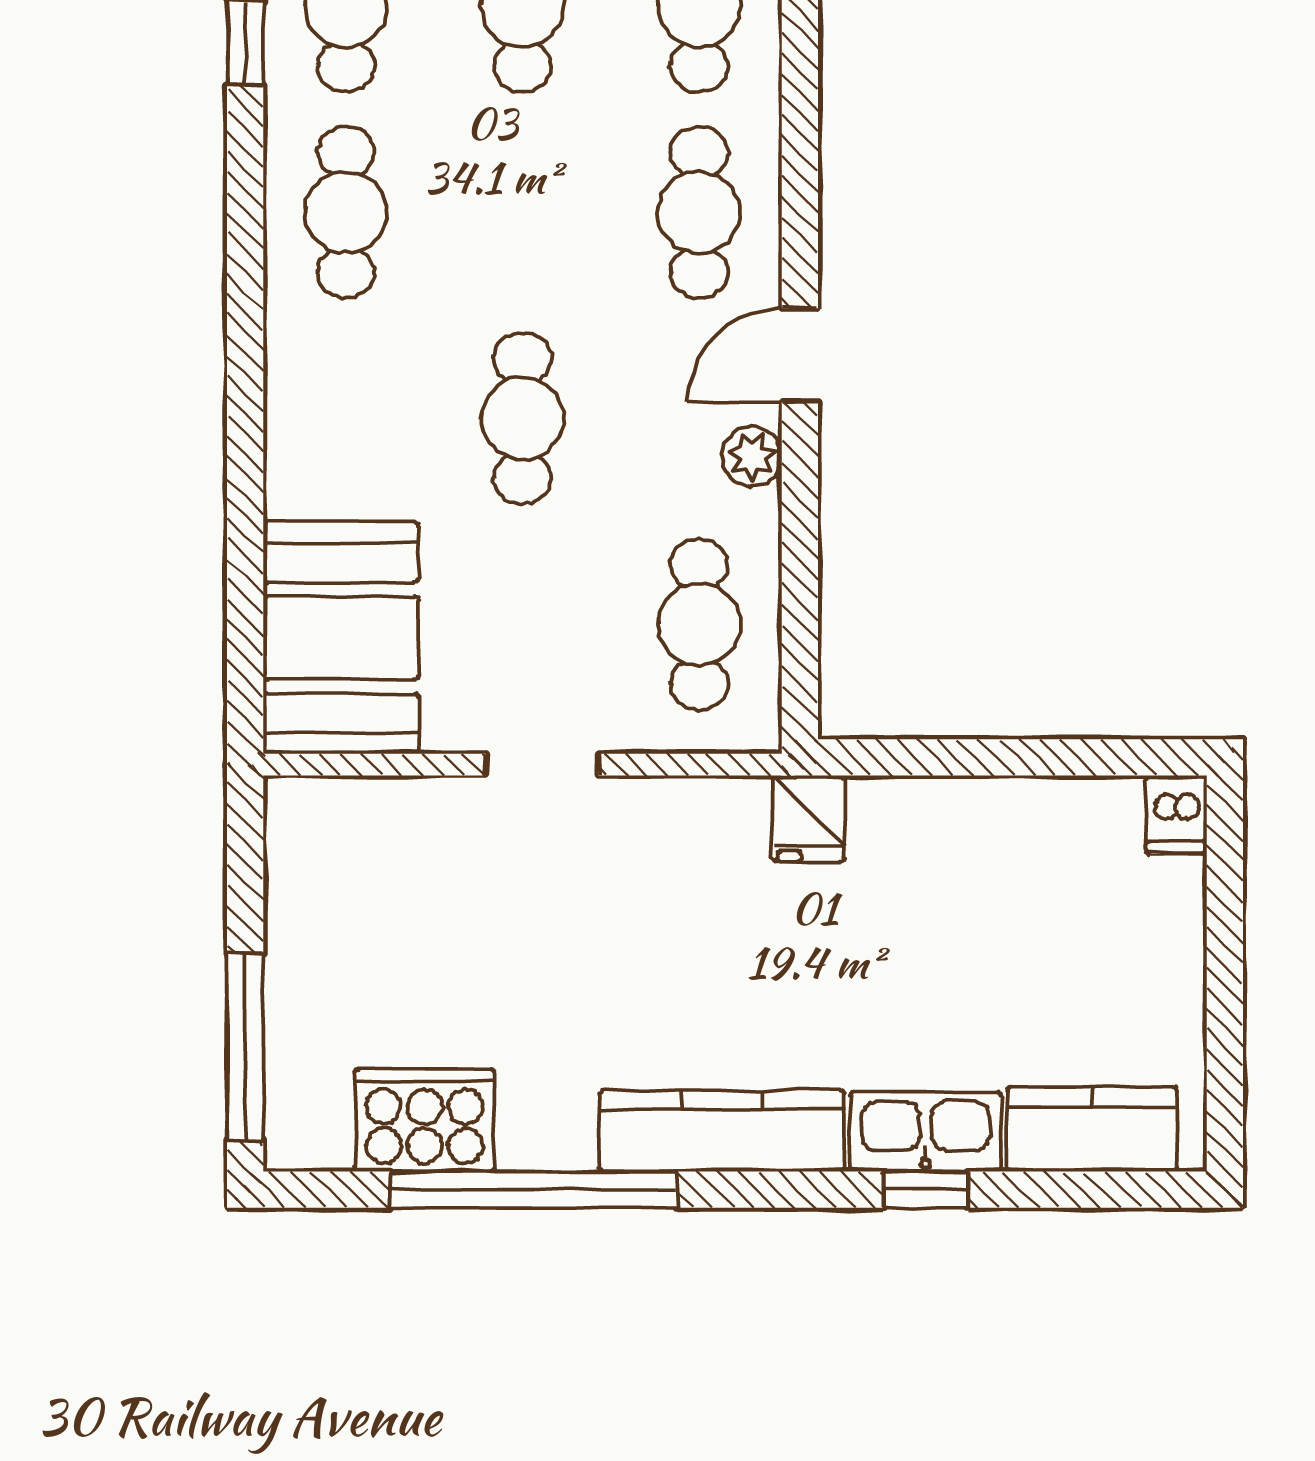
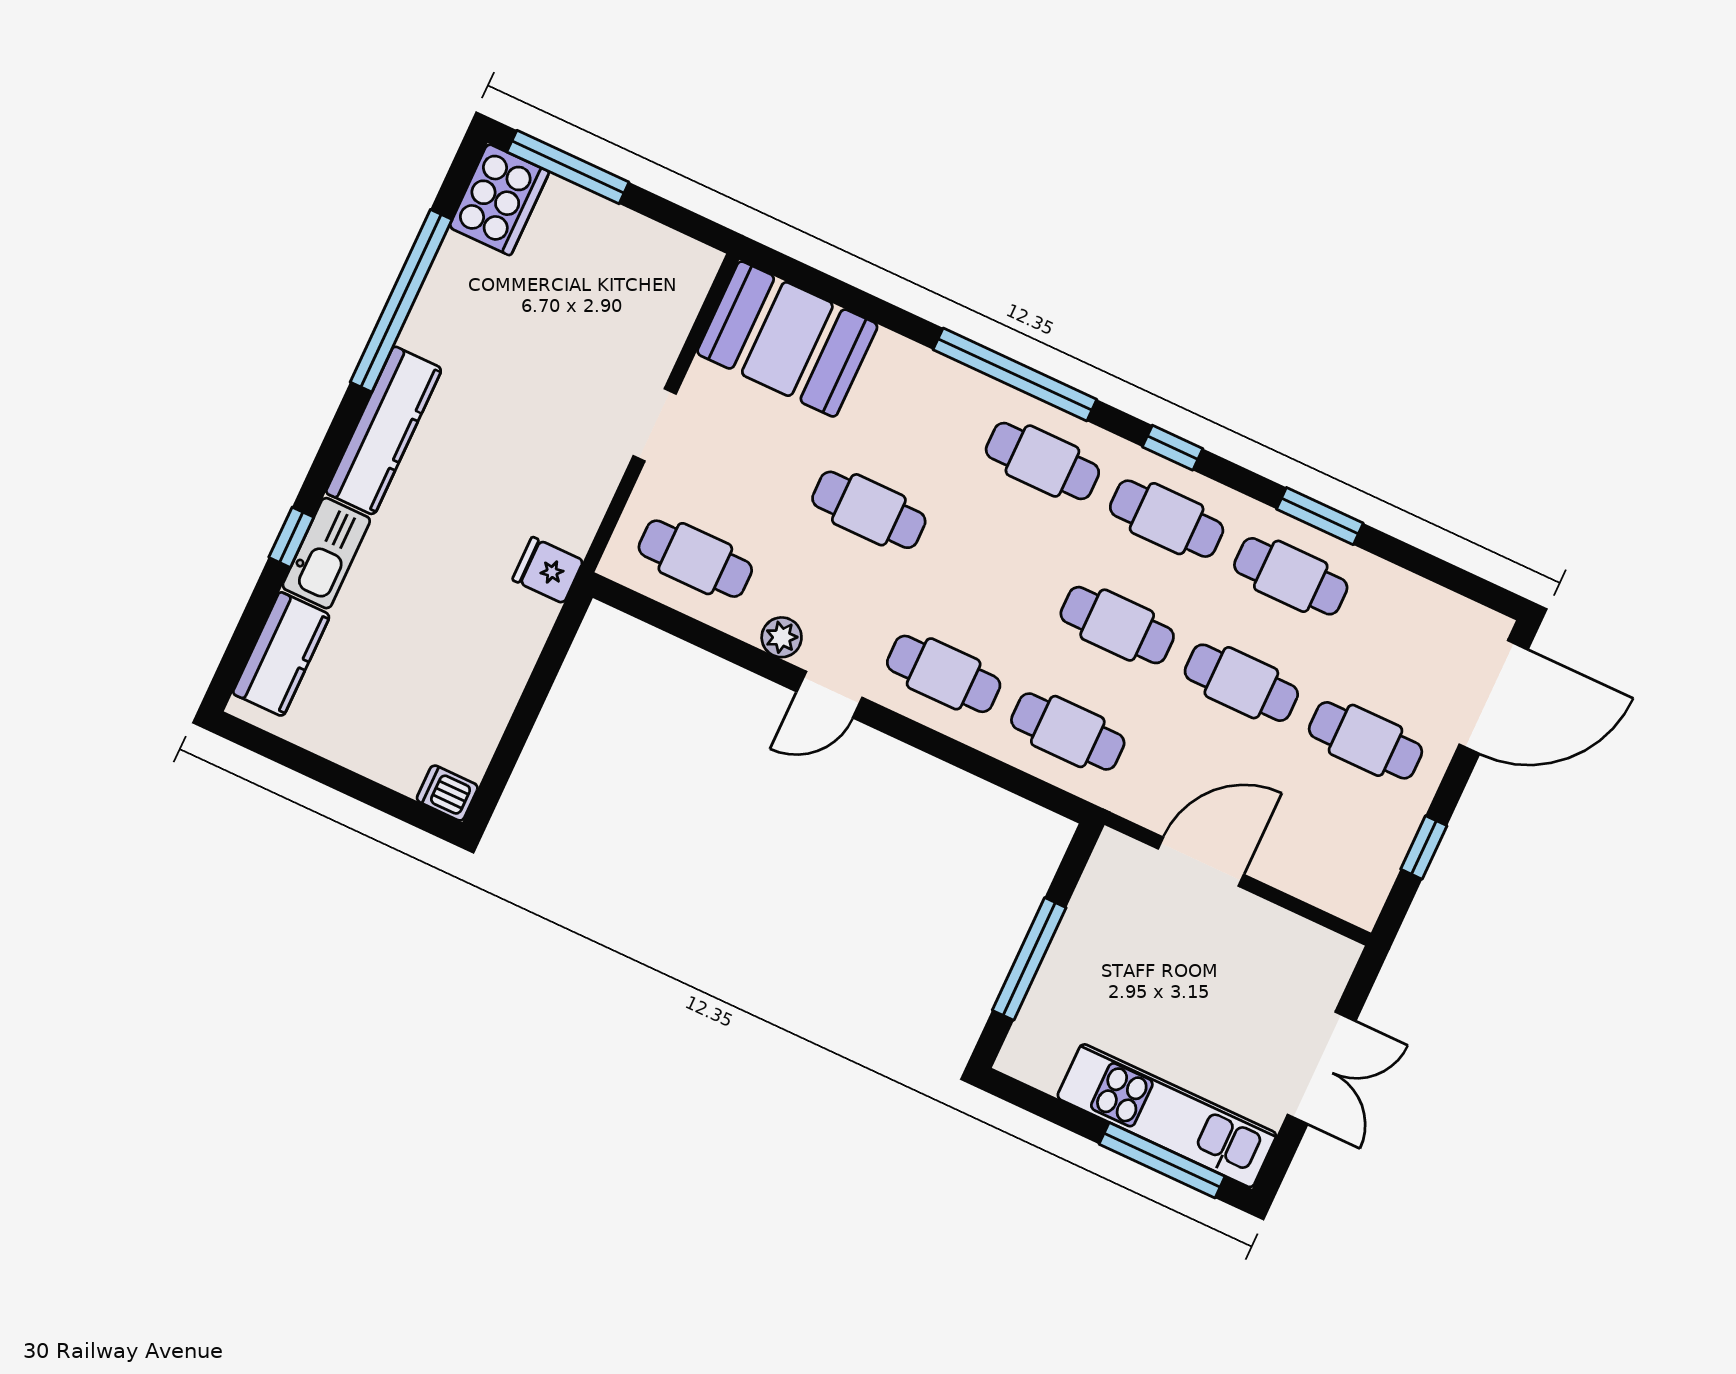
window: (245, 305) -> (1015, 375), added
door: (800, 355) -> (830, 695), swing flipped
cooker: (425, 1120) -> (499, 199), moved

